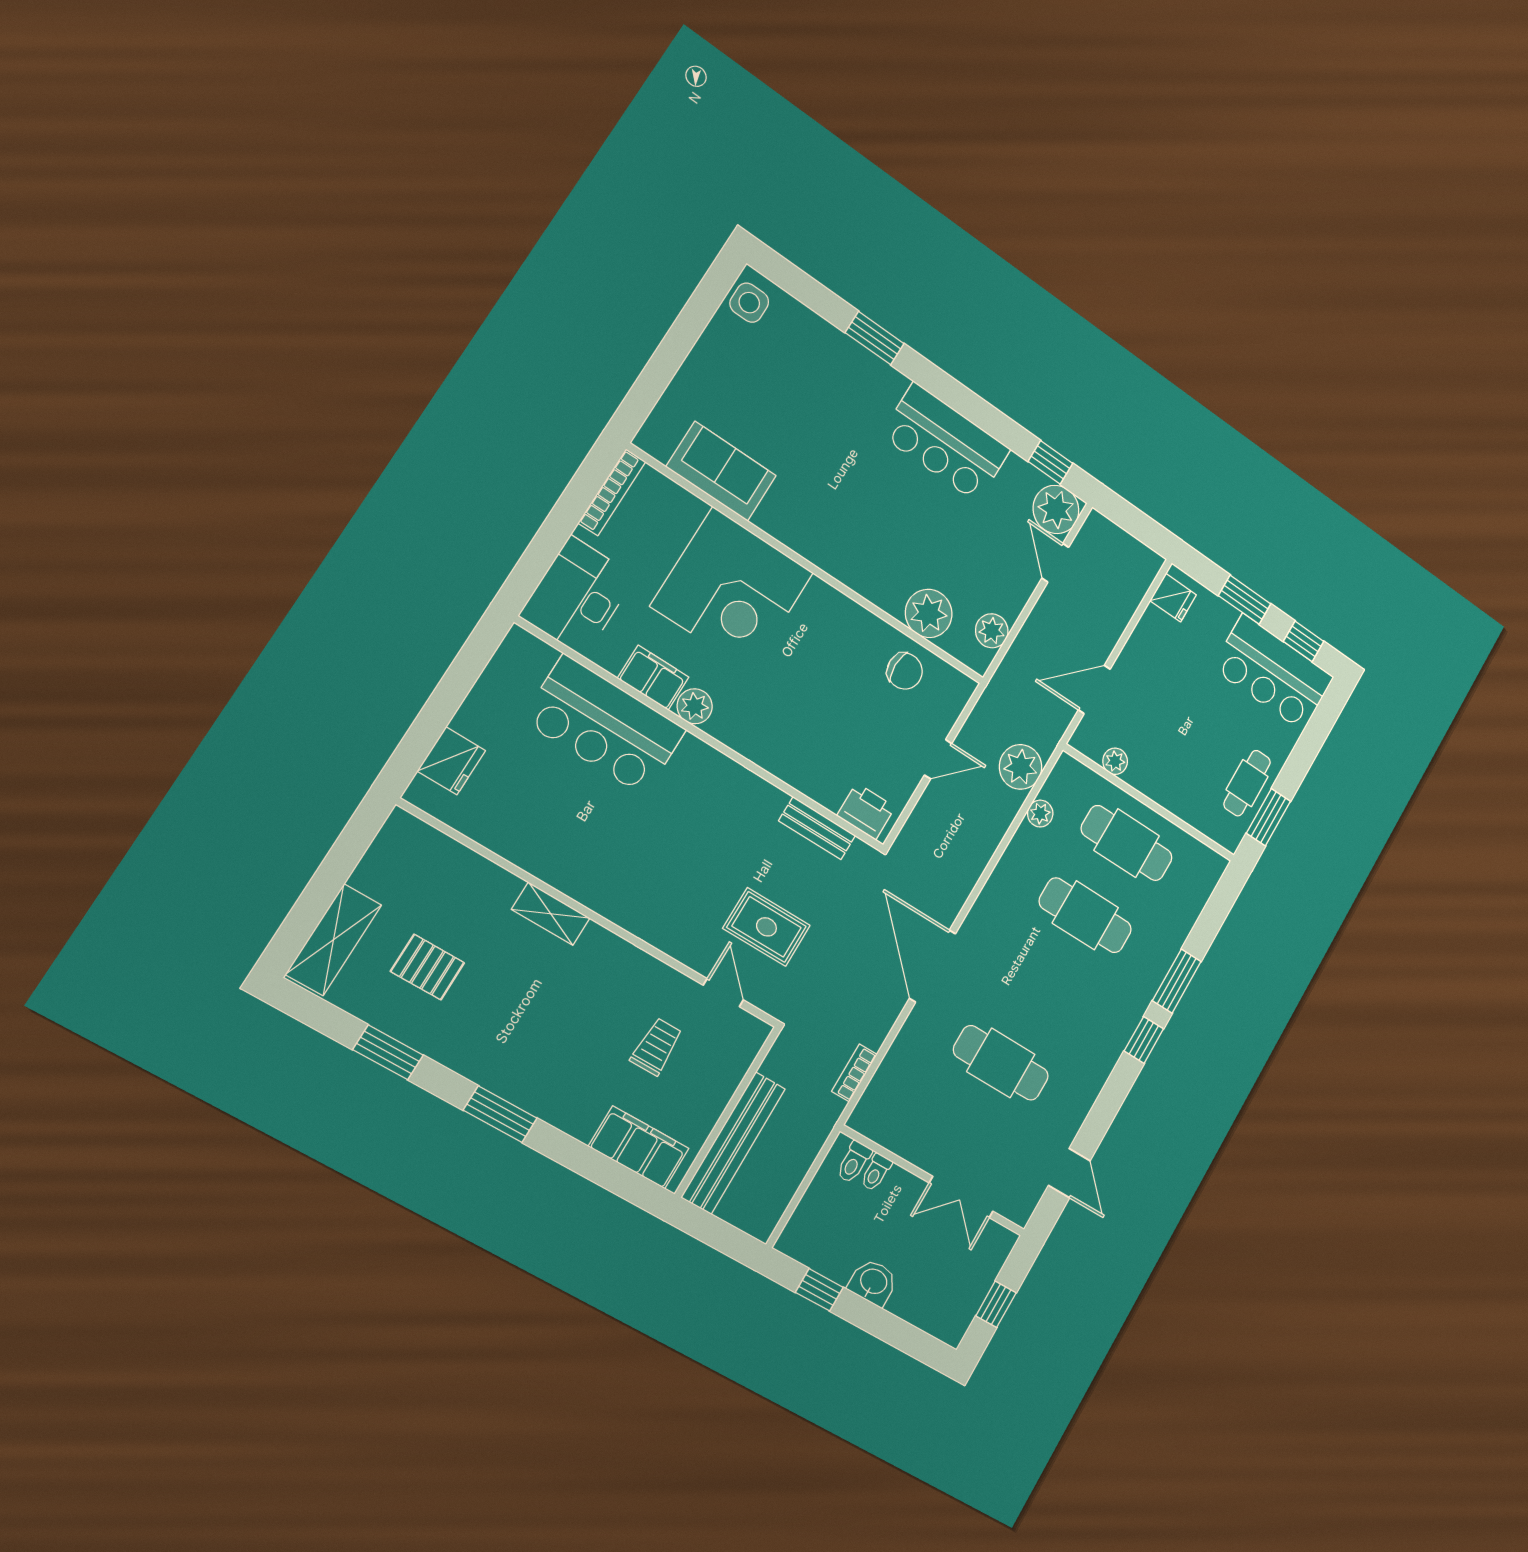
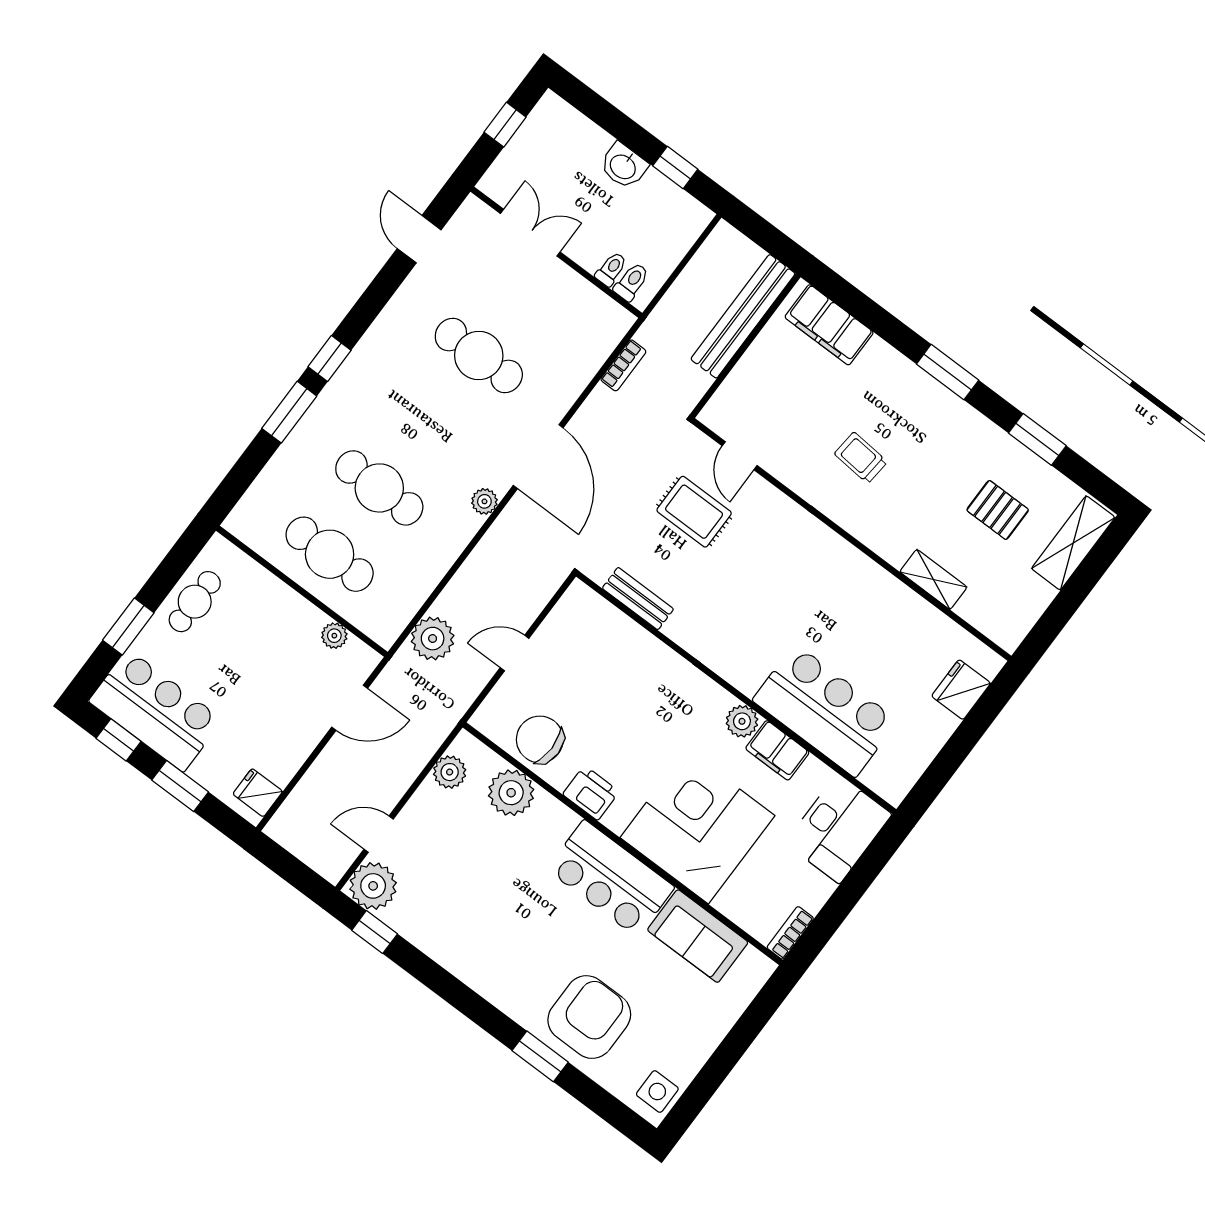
armchair: (828, 381) -> (589, 1017), added
bar counter: (946, 442) -> (611, 878), moved, turned 180
bookcase: (612, 492) -> (790, 933), width x0.64
door: (1055, 563) -> (379, 834), swing flipped
chair: (905, 671) -> (540, 739), width x1.37, depth x1.37
printer: (866, 811) -> (591, 793), moved, turned 180
plant: (1040, 814) -> (484, 501), moved
window: (1268, 817) -> (128, 627), moved
shelving: (551, 914) -> (933, 579), moved
trolley: (657, 1047) -> (861, 458), moved, turned 95

